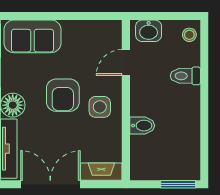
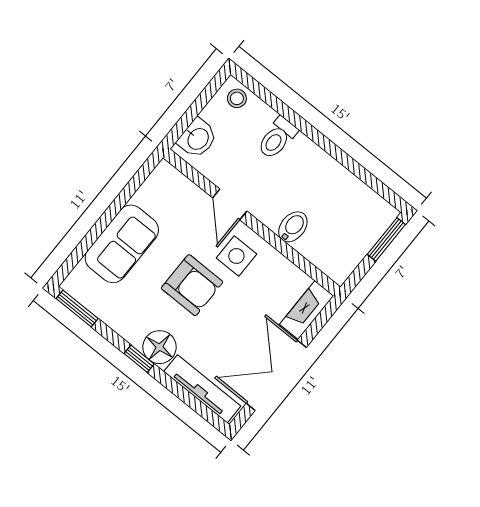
sofa: (32, 36) -> (122, 244), moved
door: (126, 63) -> (230, 204), moved

